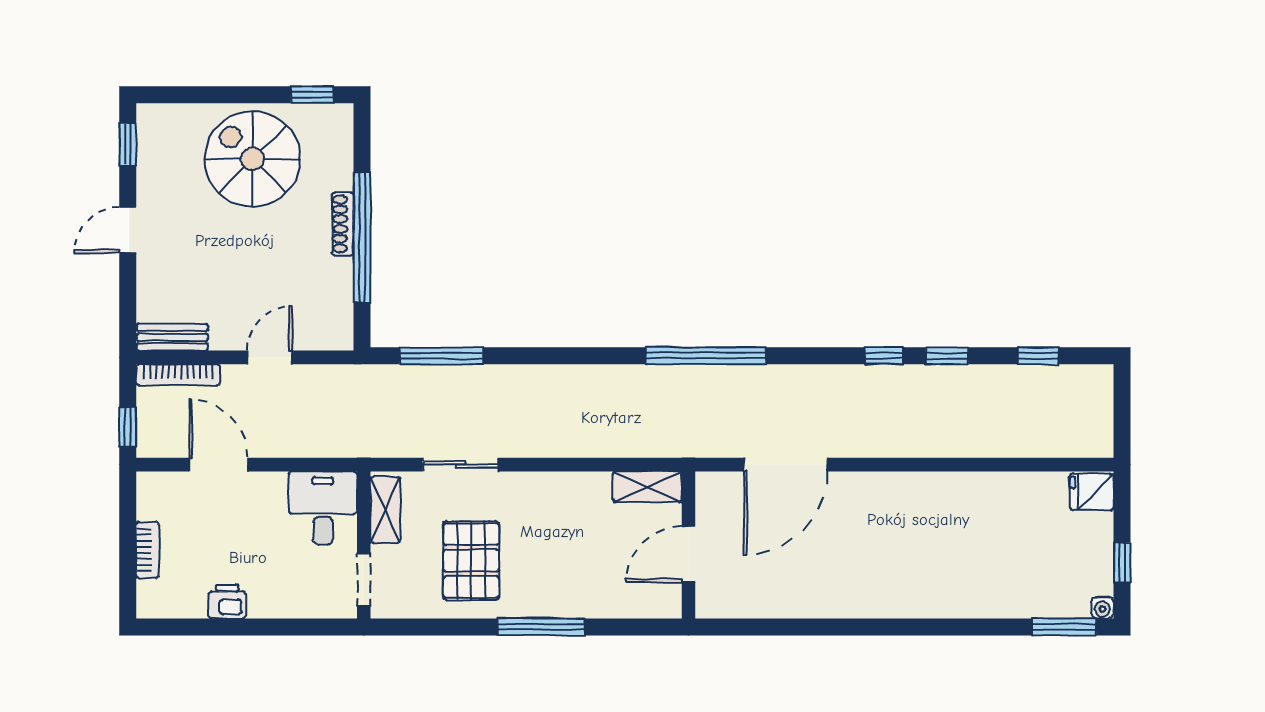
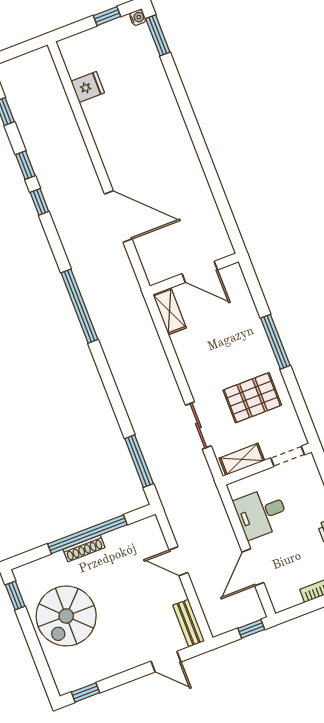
door: (128, 230) -> (166, 662), moved
bookcase: (178, 375) -> (209, 611), removed
door: (786, 465) -> (118, 216), moved
fridge: (1092, 492) -> (88, 87), moved, turned -90
desk: (323, 508) -> (261, 513), moved

